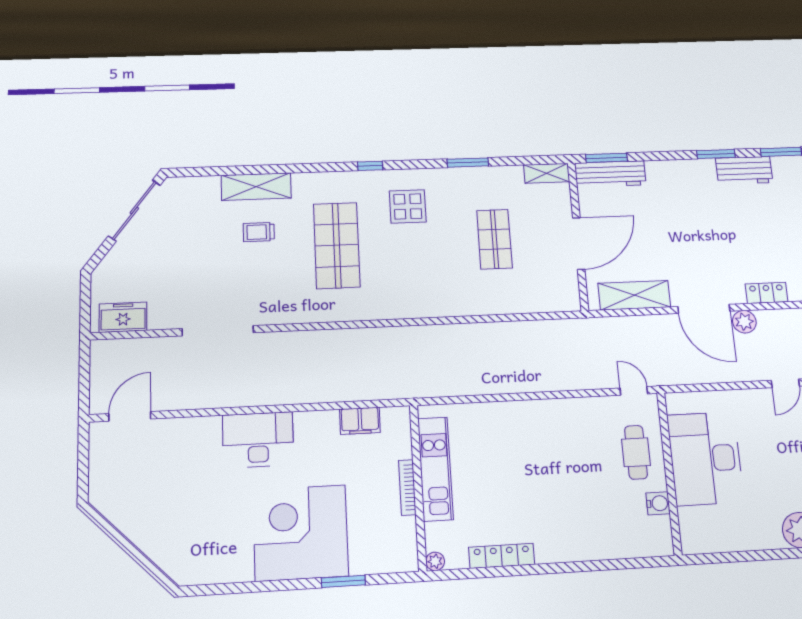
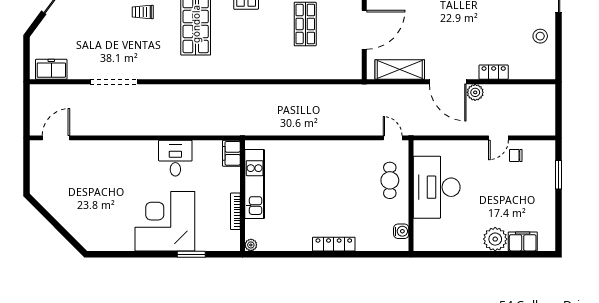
filing cabinet: (360, 421) -> (231, 153), moved, turned 90
desk: (258, 440) -> (175, 158), moved, width x0.73
bookcase: (407, 488) -> (235, 211), moved
water cooler: (658, 503) -> (401, 231), moved
locker: (502, 556) -> (334, 244), moved

